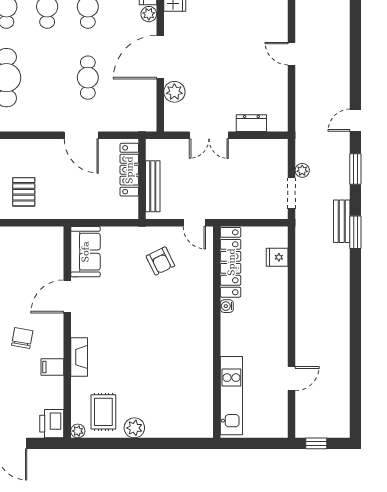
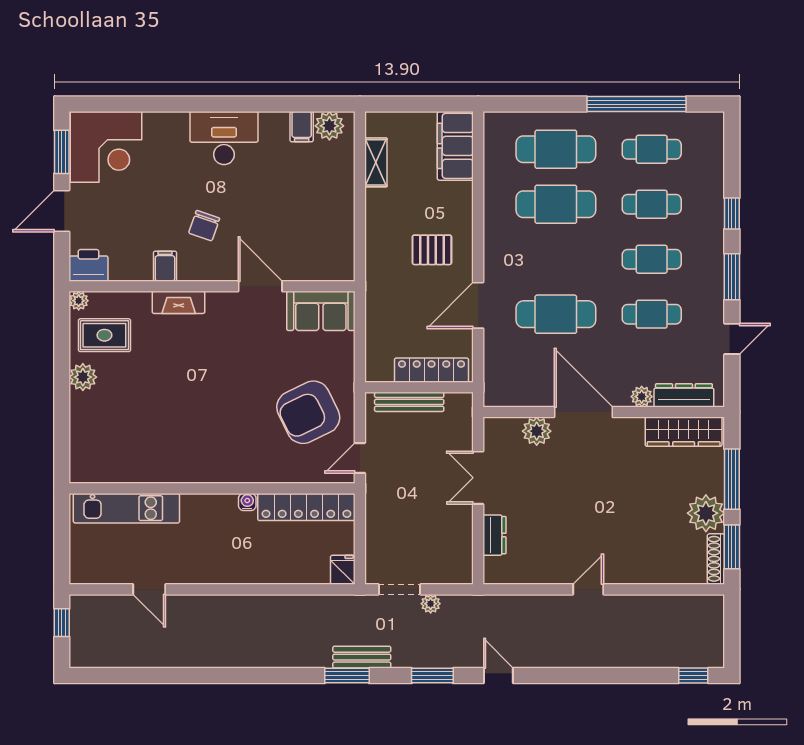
cafe table: (88, 78) -> (556, 314), width x1.37, depth x1.35
pallet: (24, 192) -> (432, 250), moved
fridge: (277, 257) -> (343, 570), moved
armchair: (160, 261) -> (308, 412), width x1.88, depth x1.88
chair: (22, 338) -> (204, 226), turned 99

